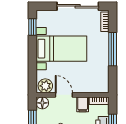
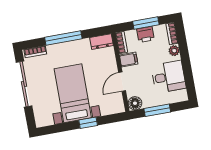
window: (32, 27) -> (88, 123), moved
dresser: (103, 83) -> (102, 42), added
plant: (45, 86) -> (116, 103), removed

